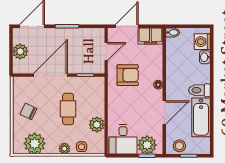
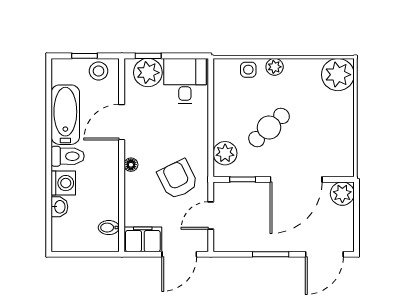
bidet: (173, 32) -> (109, 228), moved
washing machine: (202, 42) -> (63, 183), moved
plant: (20, 51) -> (342, 194), moved
armchair: (128, 75) -> (178, 179), turned 64
cafe table: (68, 109) -> (269, 127), turned 47
chair: (28, 111) -> (330, 124), removed
plant: (97, 125) -> (225, 153), moved
plant: (35, 144) -> (338, 75), moved

